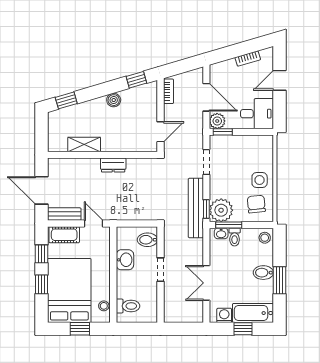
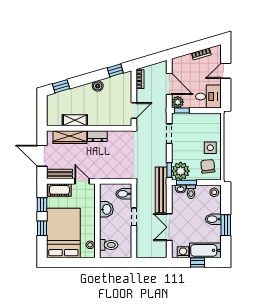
wardrobe: (78, 166) -> (70, 137), added
bench: (196, 208) -> (161, 190), moved
window: (80, 329) -> (72, 263), removed

